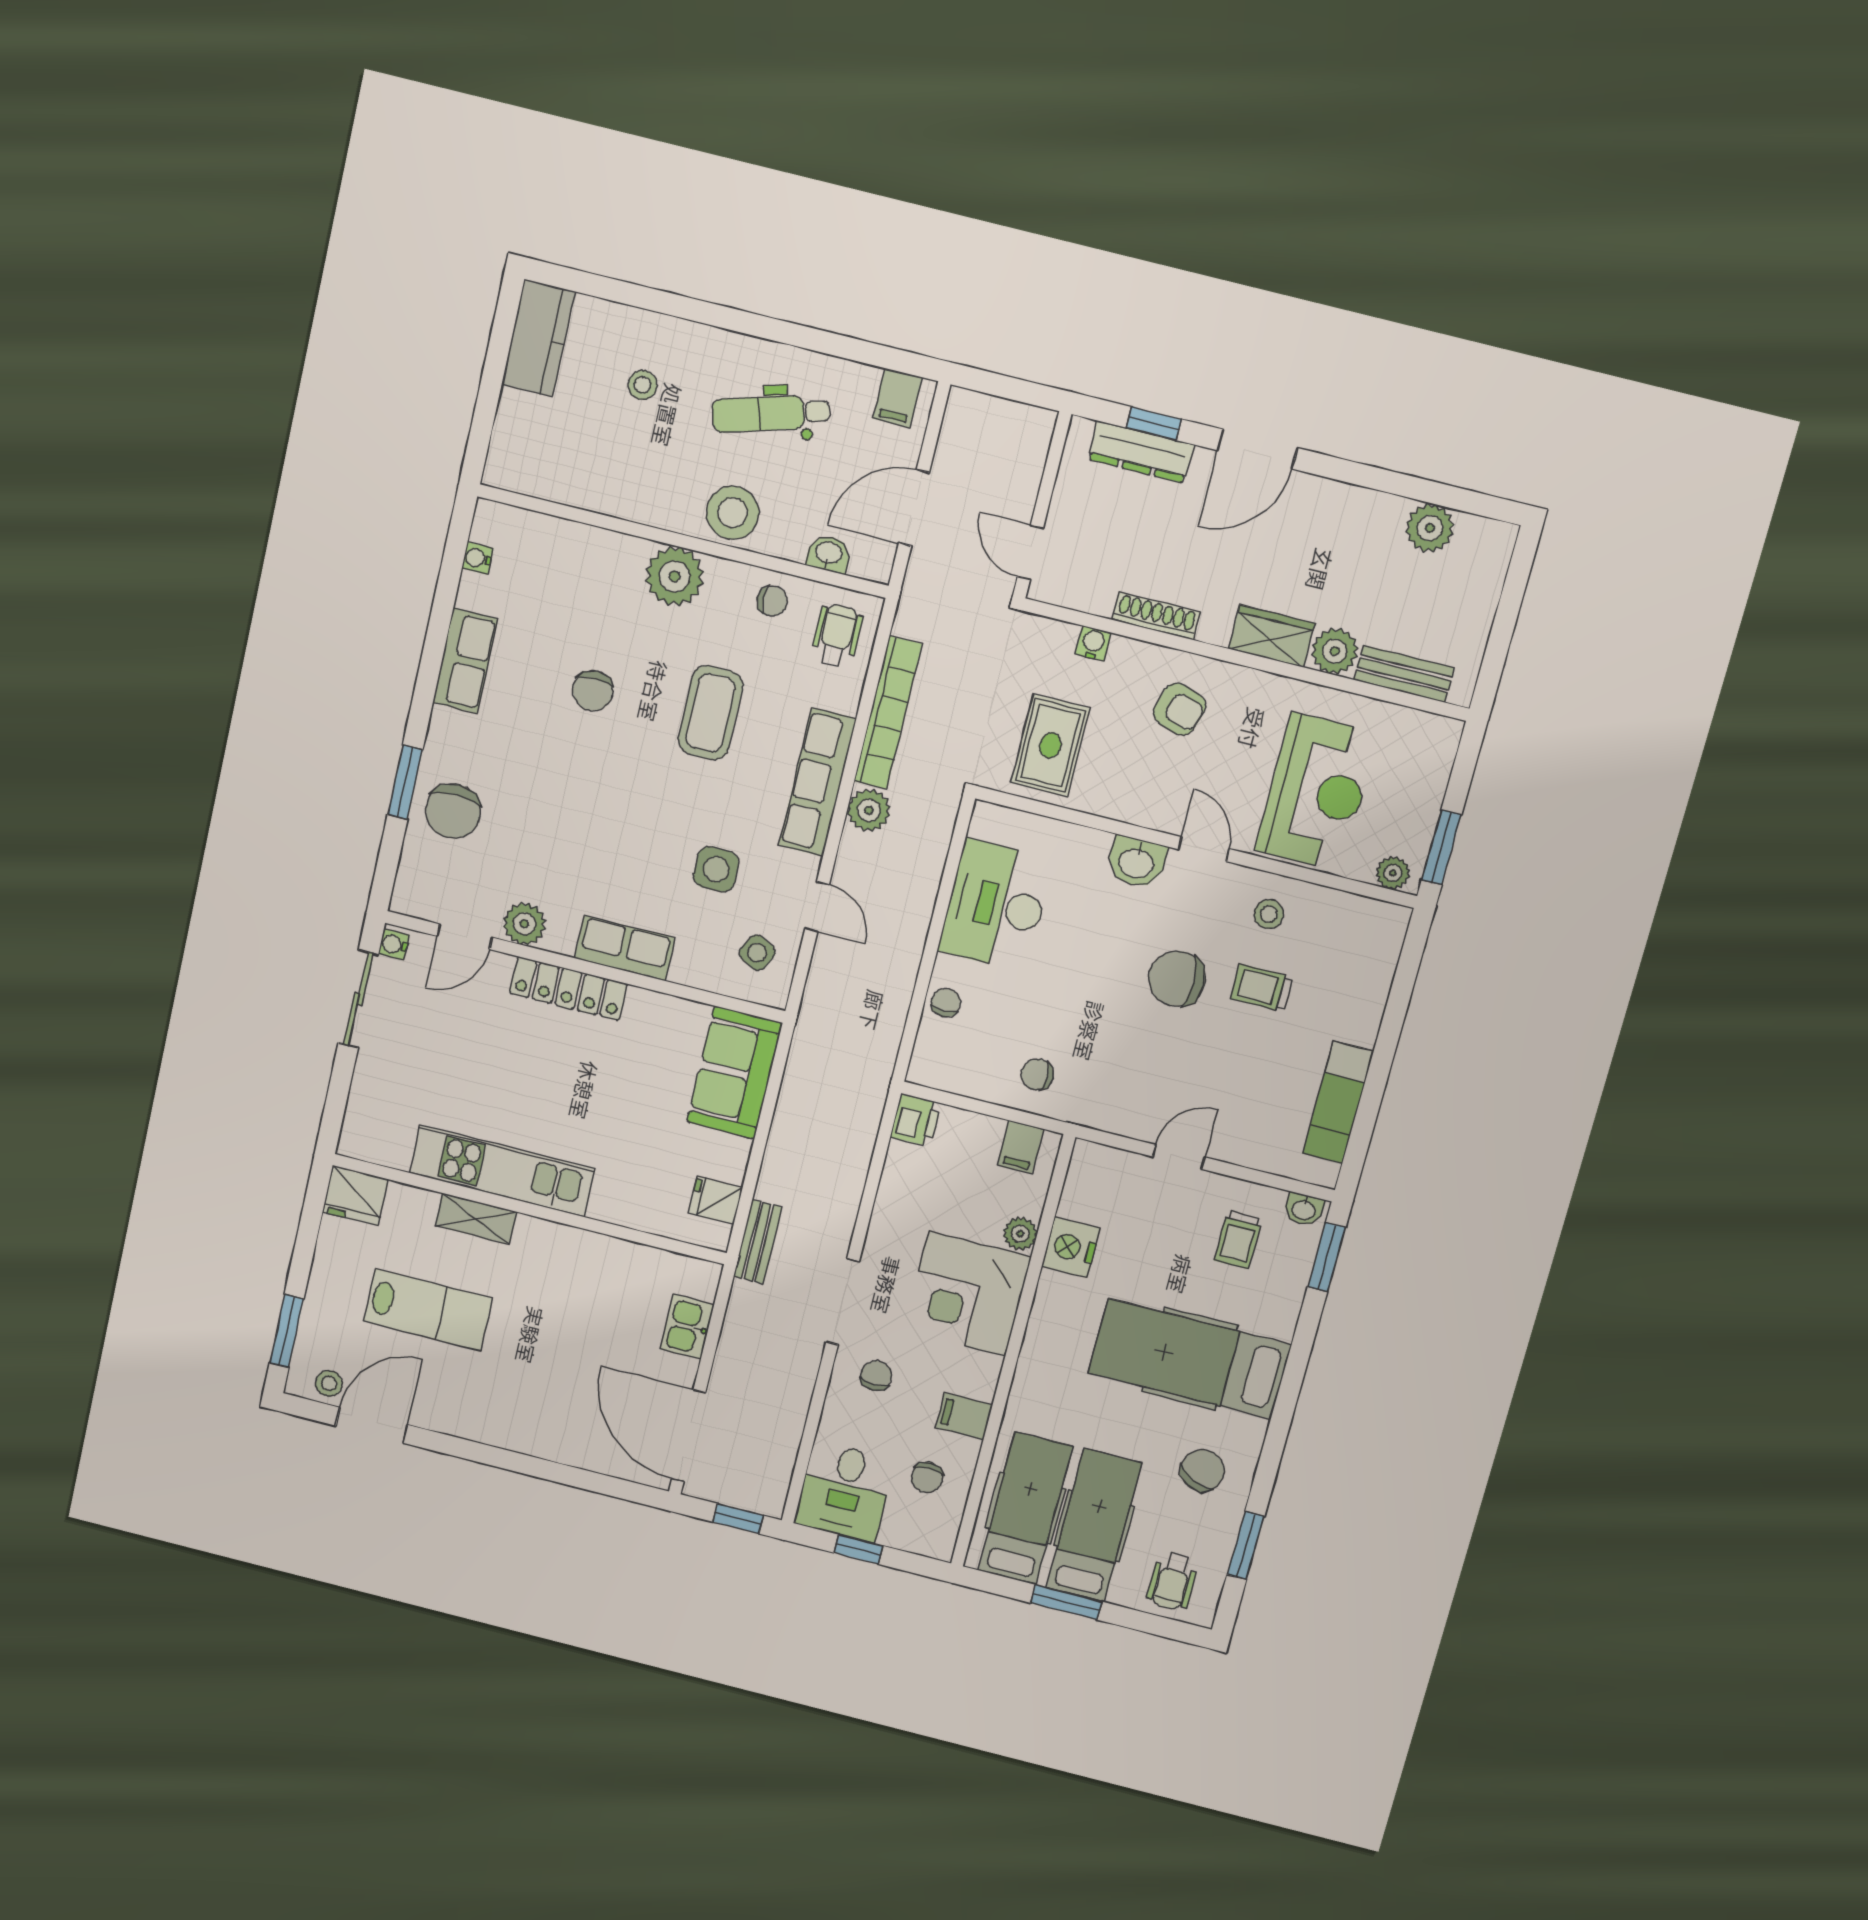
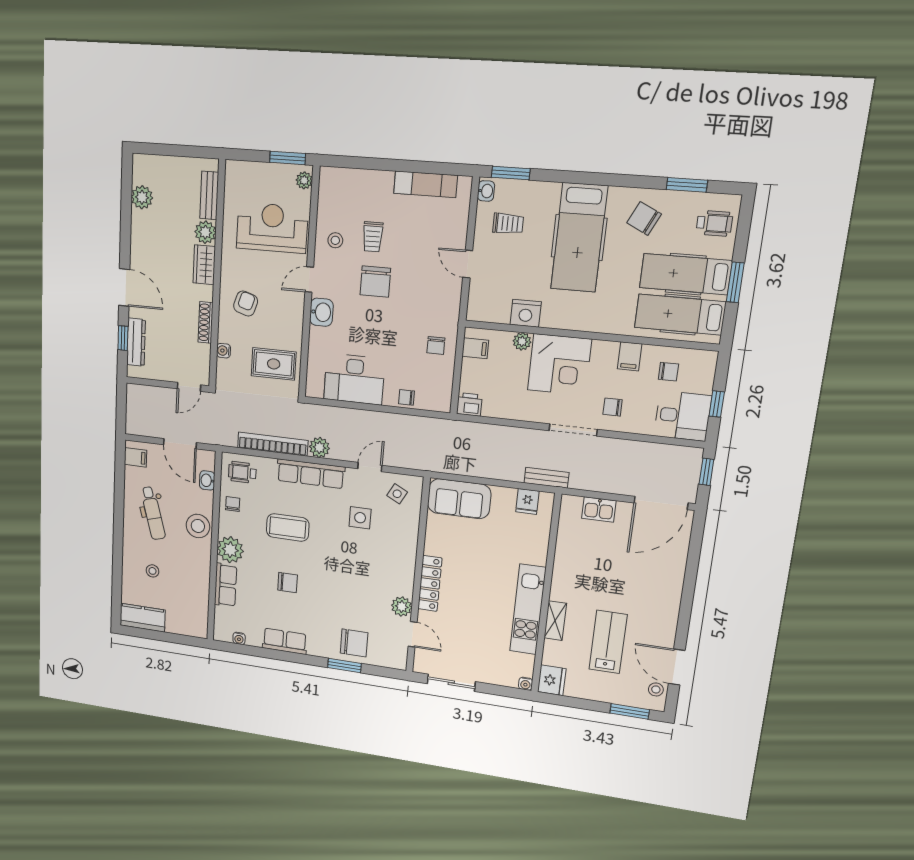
water cooler: (394, 944) -> (526, 684), moved
row of seats: (625, 948) -> (226, 585), moved, turned 180

